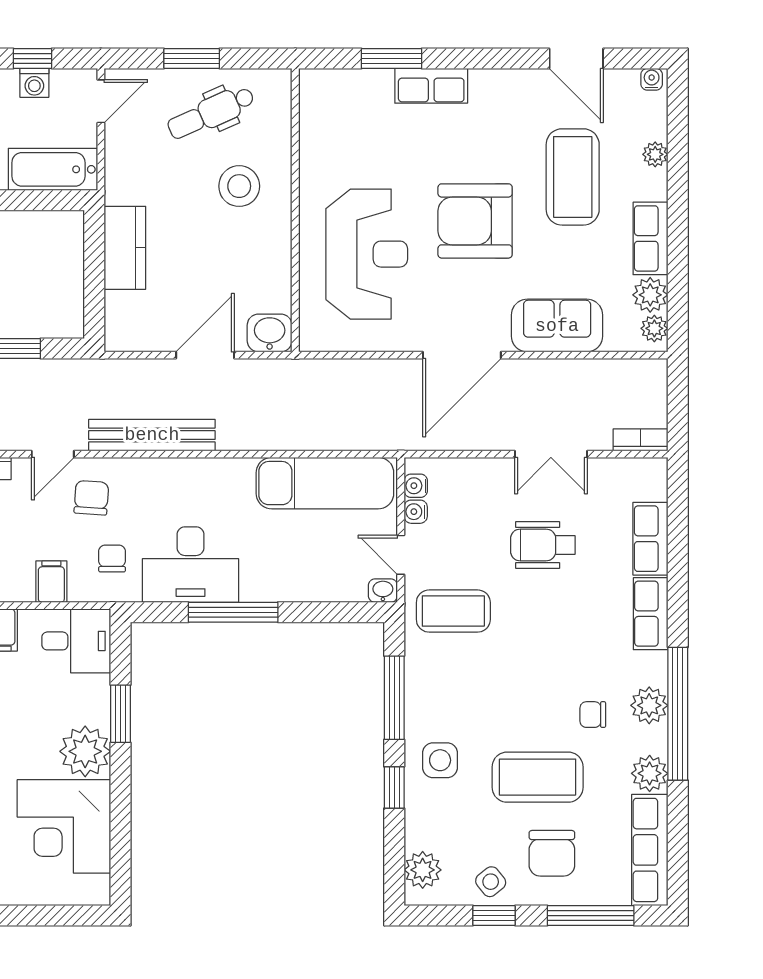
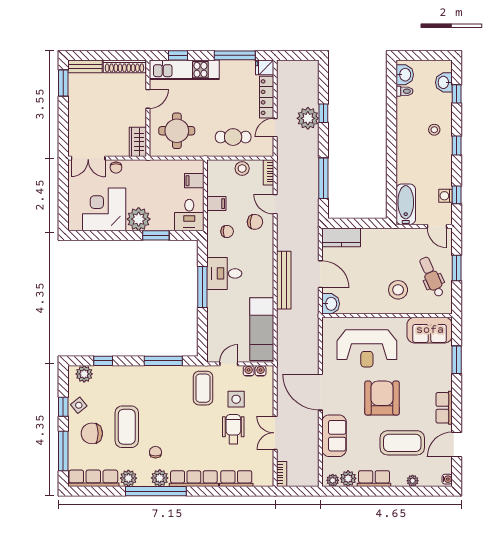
row of seats: (431, 86) -> (444, 408), moved
sofa: (327, 117) -> (430, 330), added
kitchen counter: (125, 248) -> (341, 237), moved
bench: (152, 435) -> (284, 280), moved
desk: (190, 565) -> (224, 273), width x0.73
washbasin: (383, 591) -> (212, 356), removed
row of seats: (651, 614) -> (194, 479), width x1.48
side table: (440, 760) -> (236, 399), moved
window: (394, 787) -> (103, 361), moved

